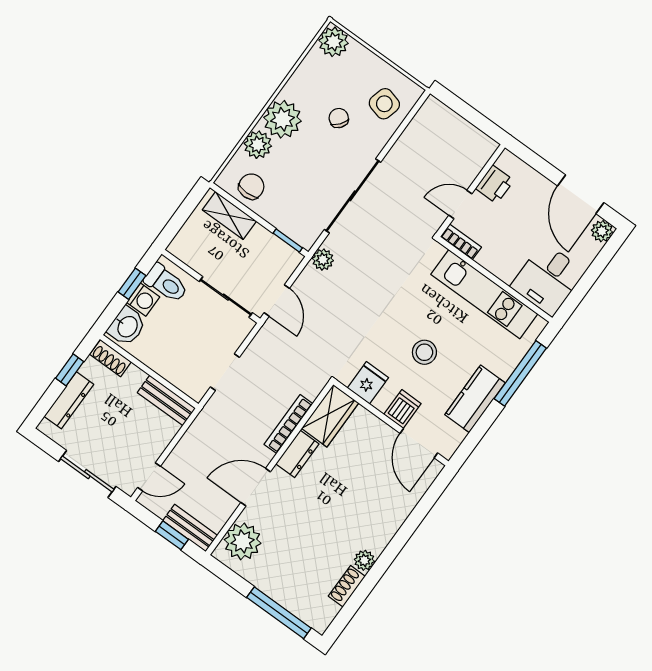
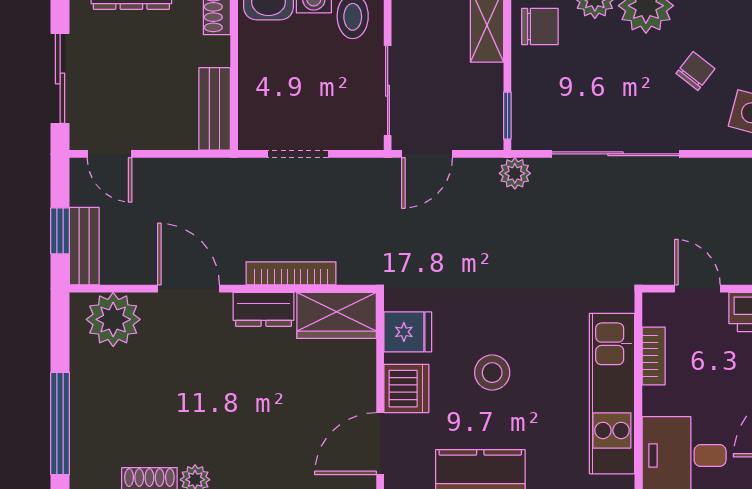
bookcase: (461, 242) -> (654, 356), moved
dishwasher: (402, 409) -> (406, 389), width x1.38

